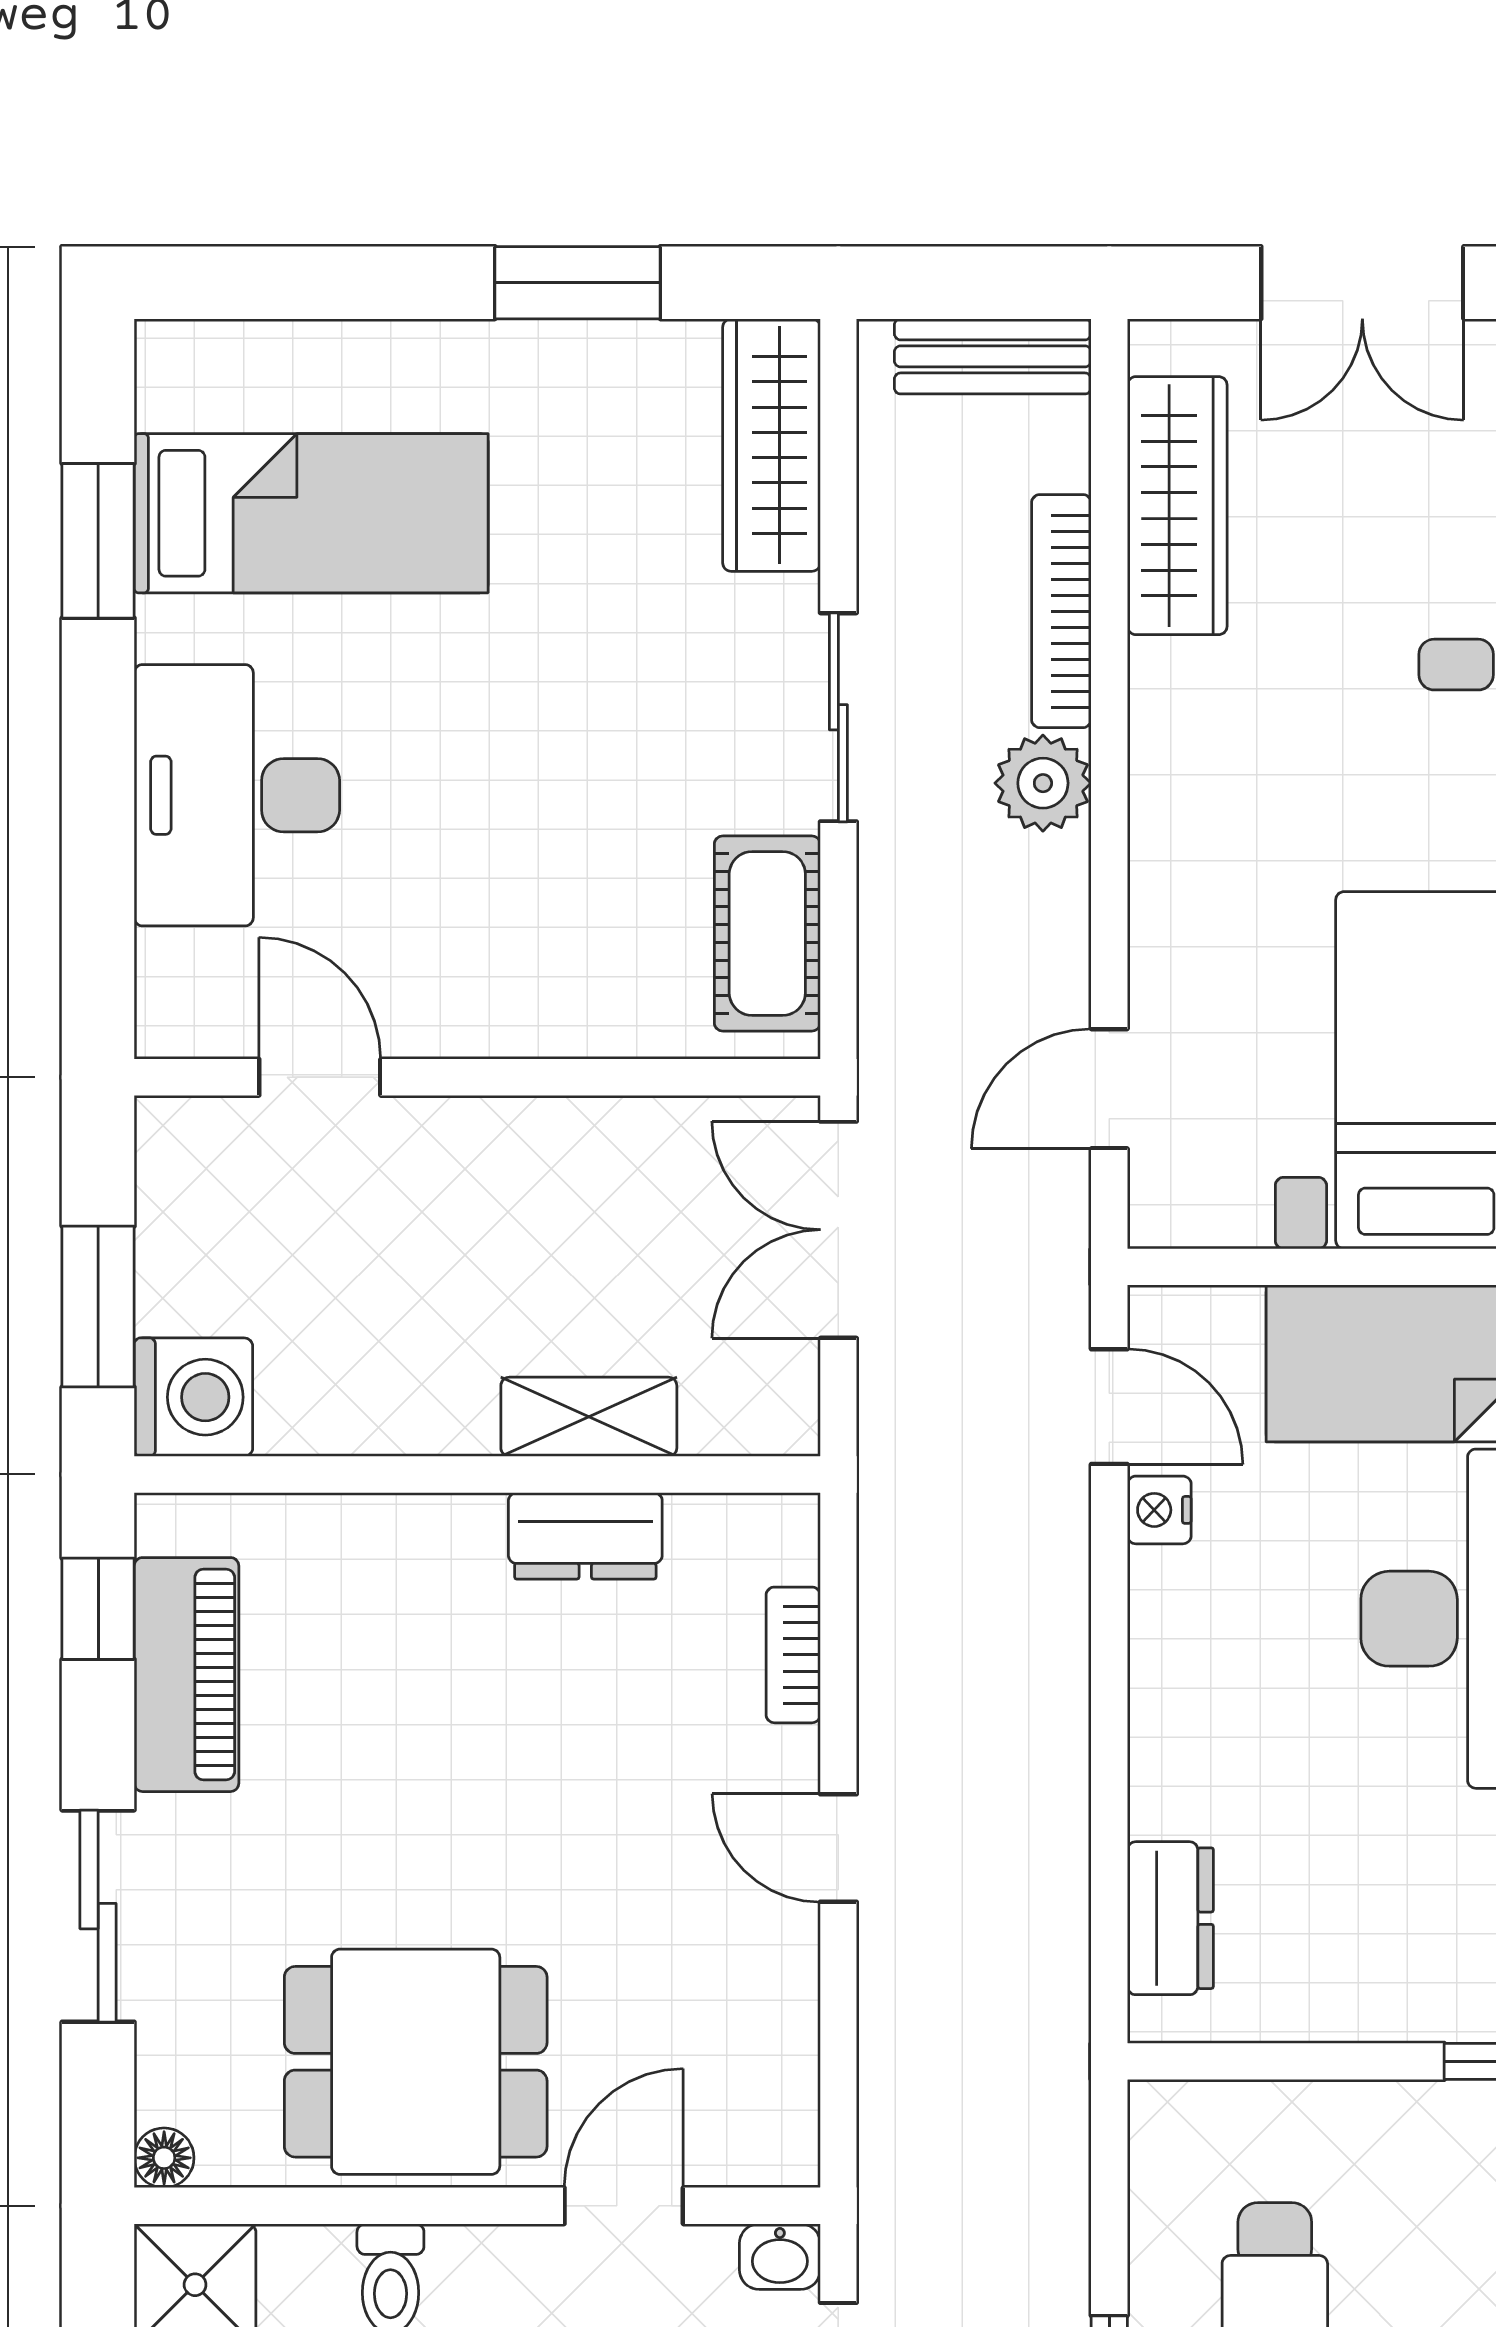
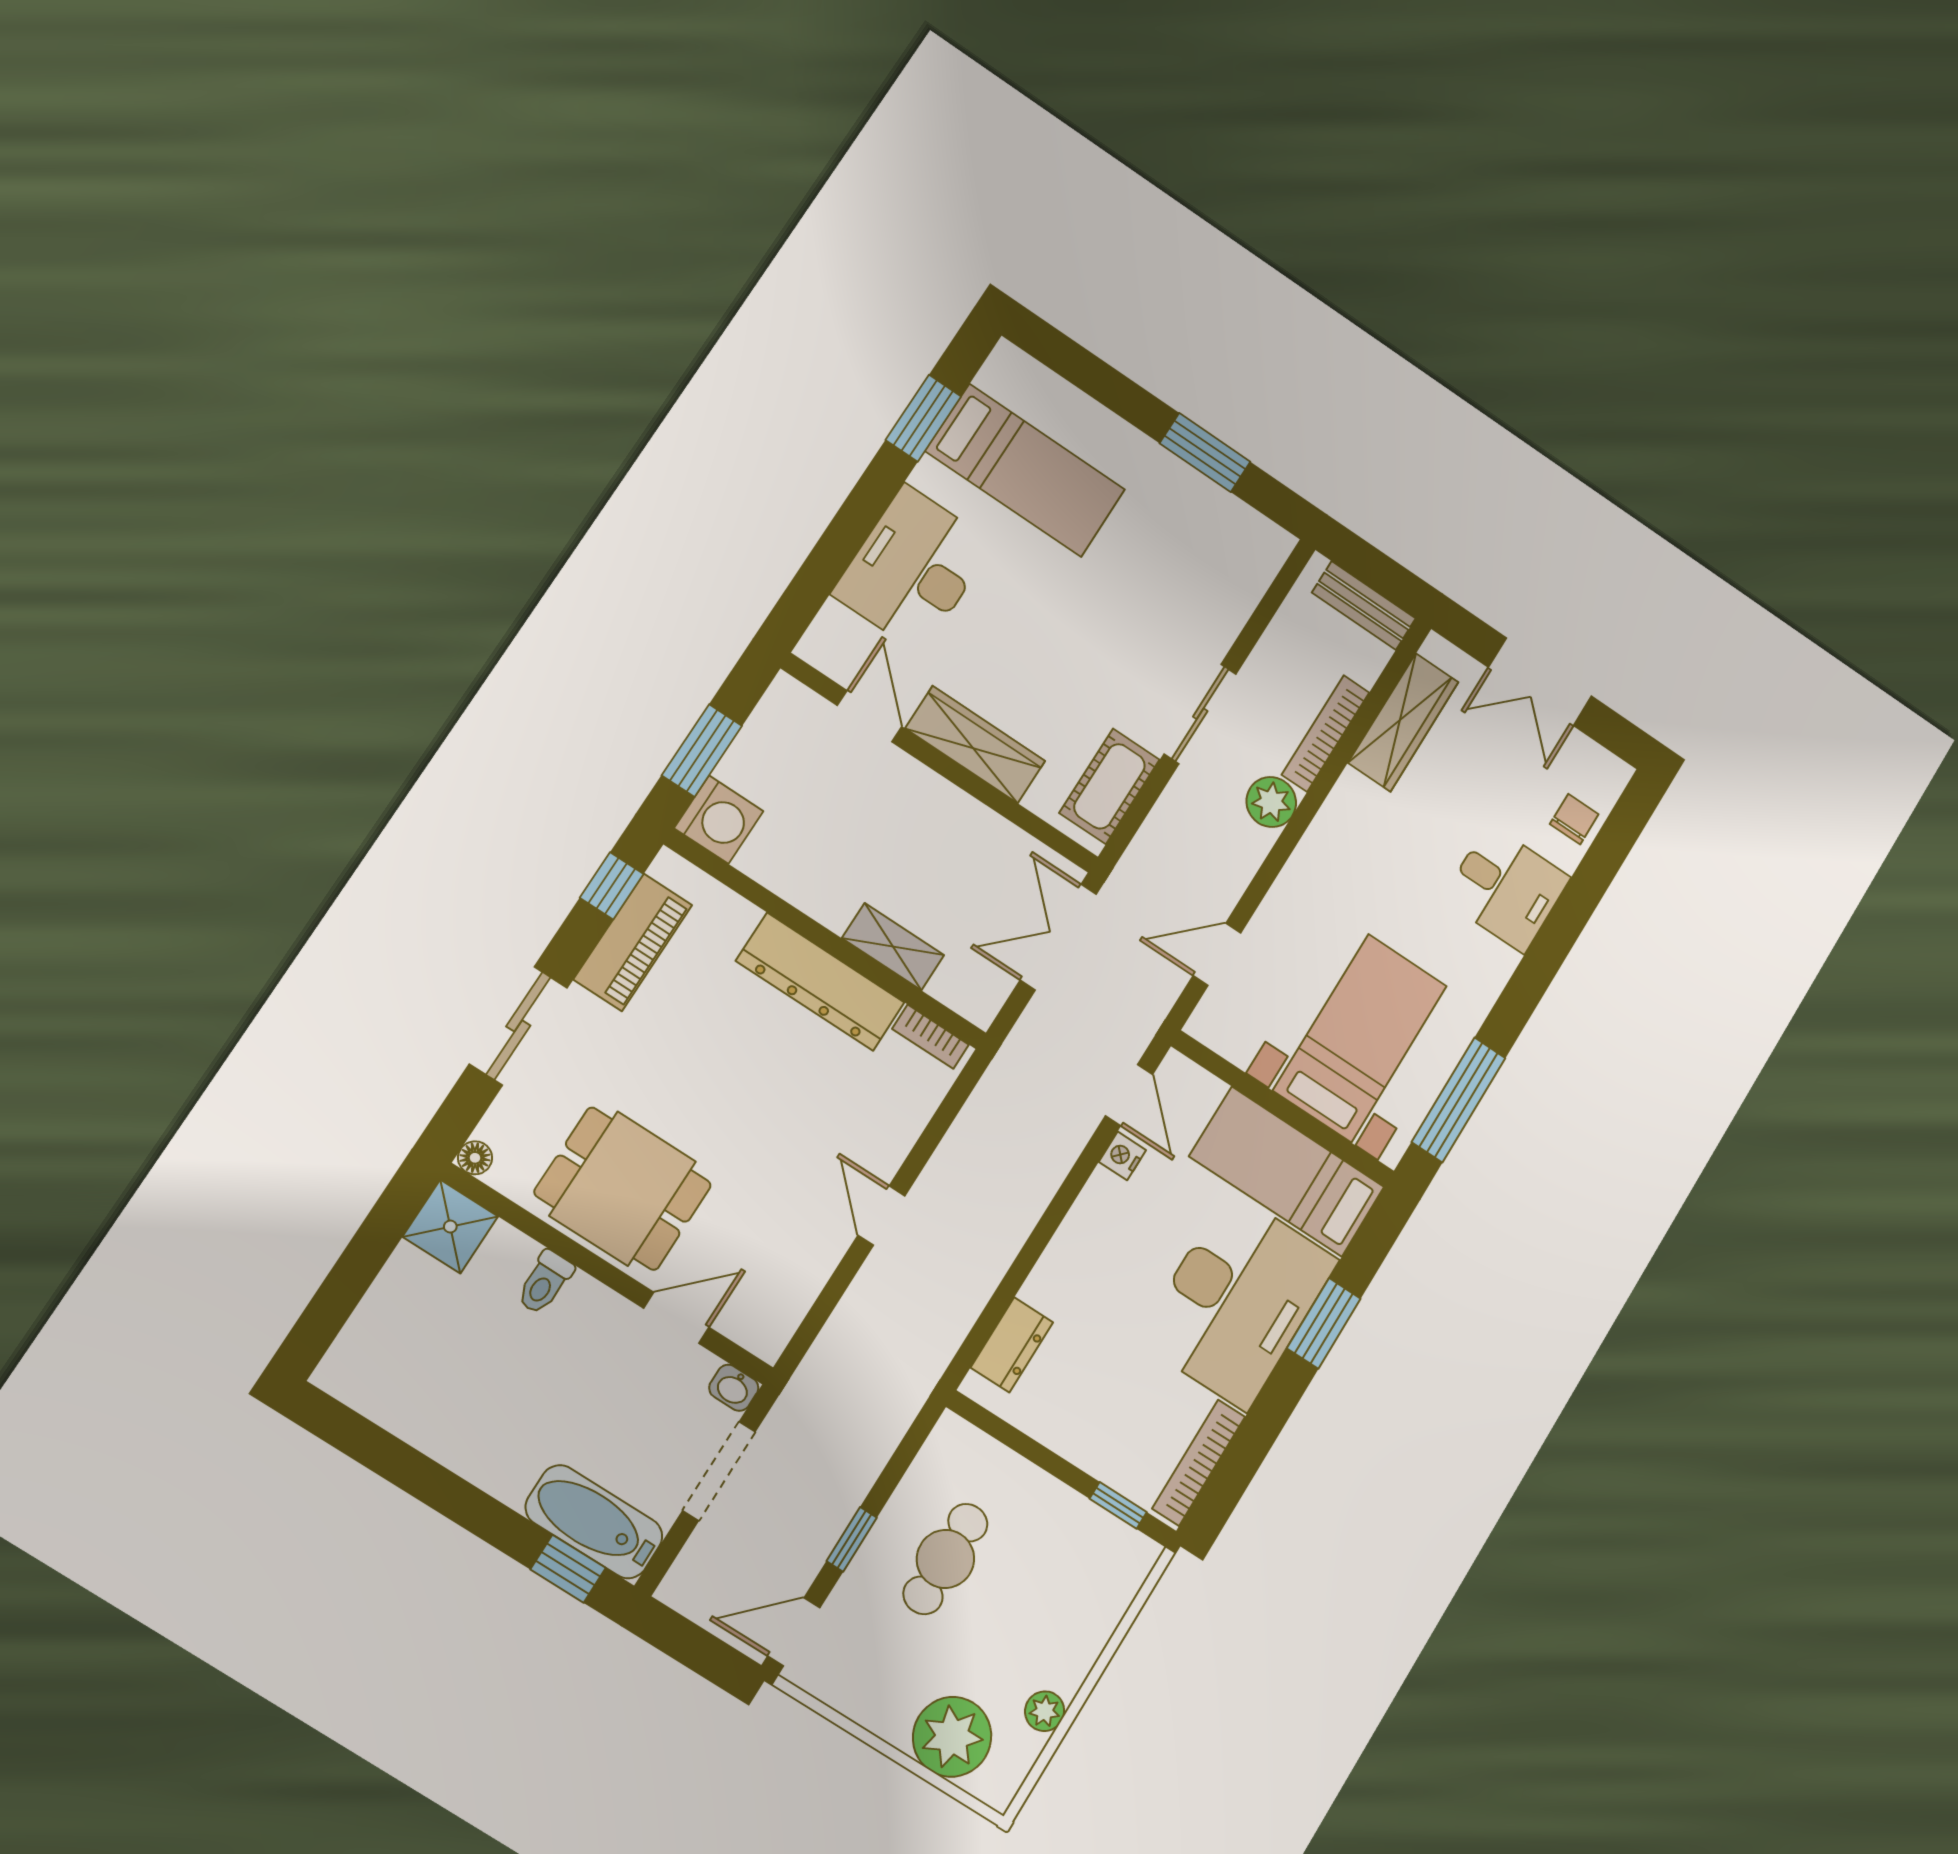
wardrobe: (772, 445) -> (975, 745), moved, turned 90
dresser: (585, 1536) -> (820, 982), width x1.96, depth x1.24
bookcase: (793, 1655) -> (930, 1037), moved, turned -90

